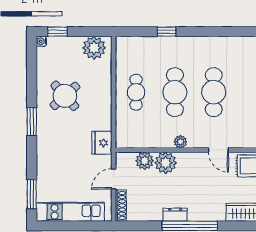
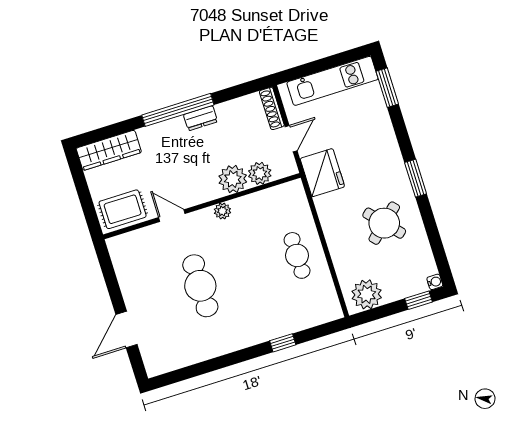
cafe table: (175, 92) -> (249, 271), removed
fridge: (102, 143) -> (322, 173), width x1.36, depth x1.34

